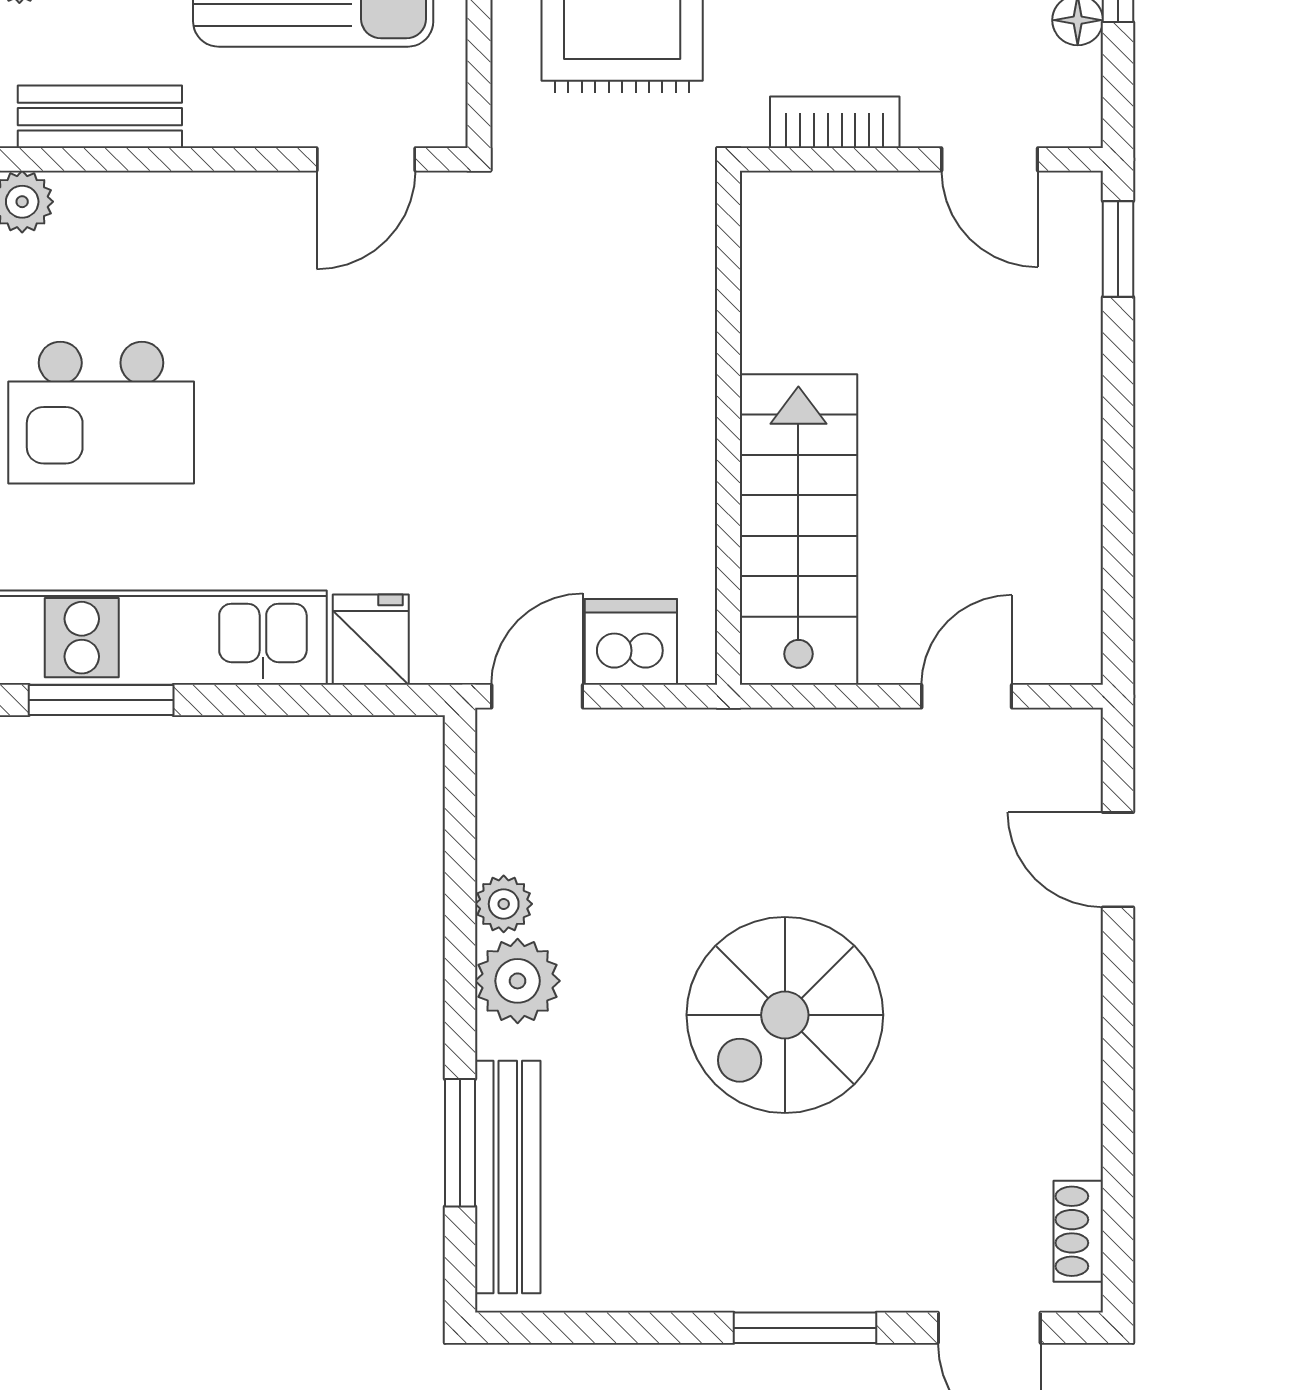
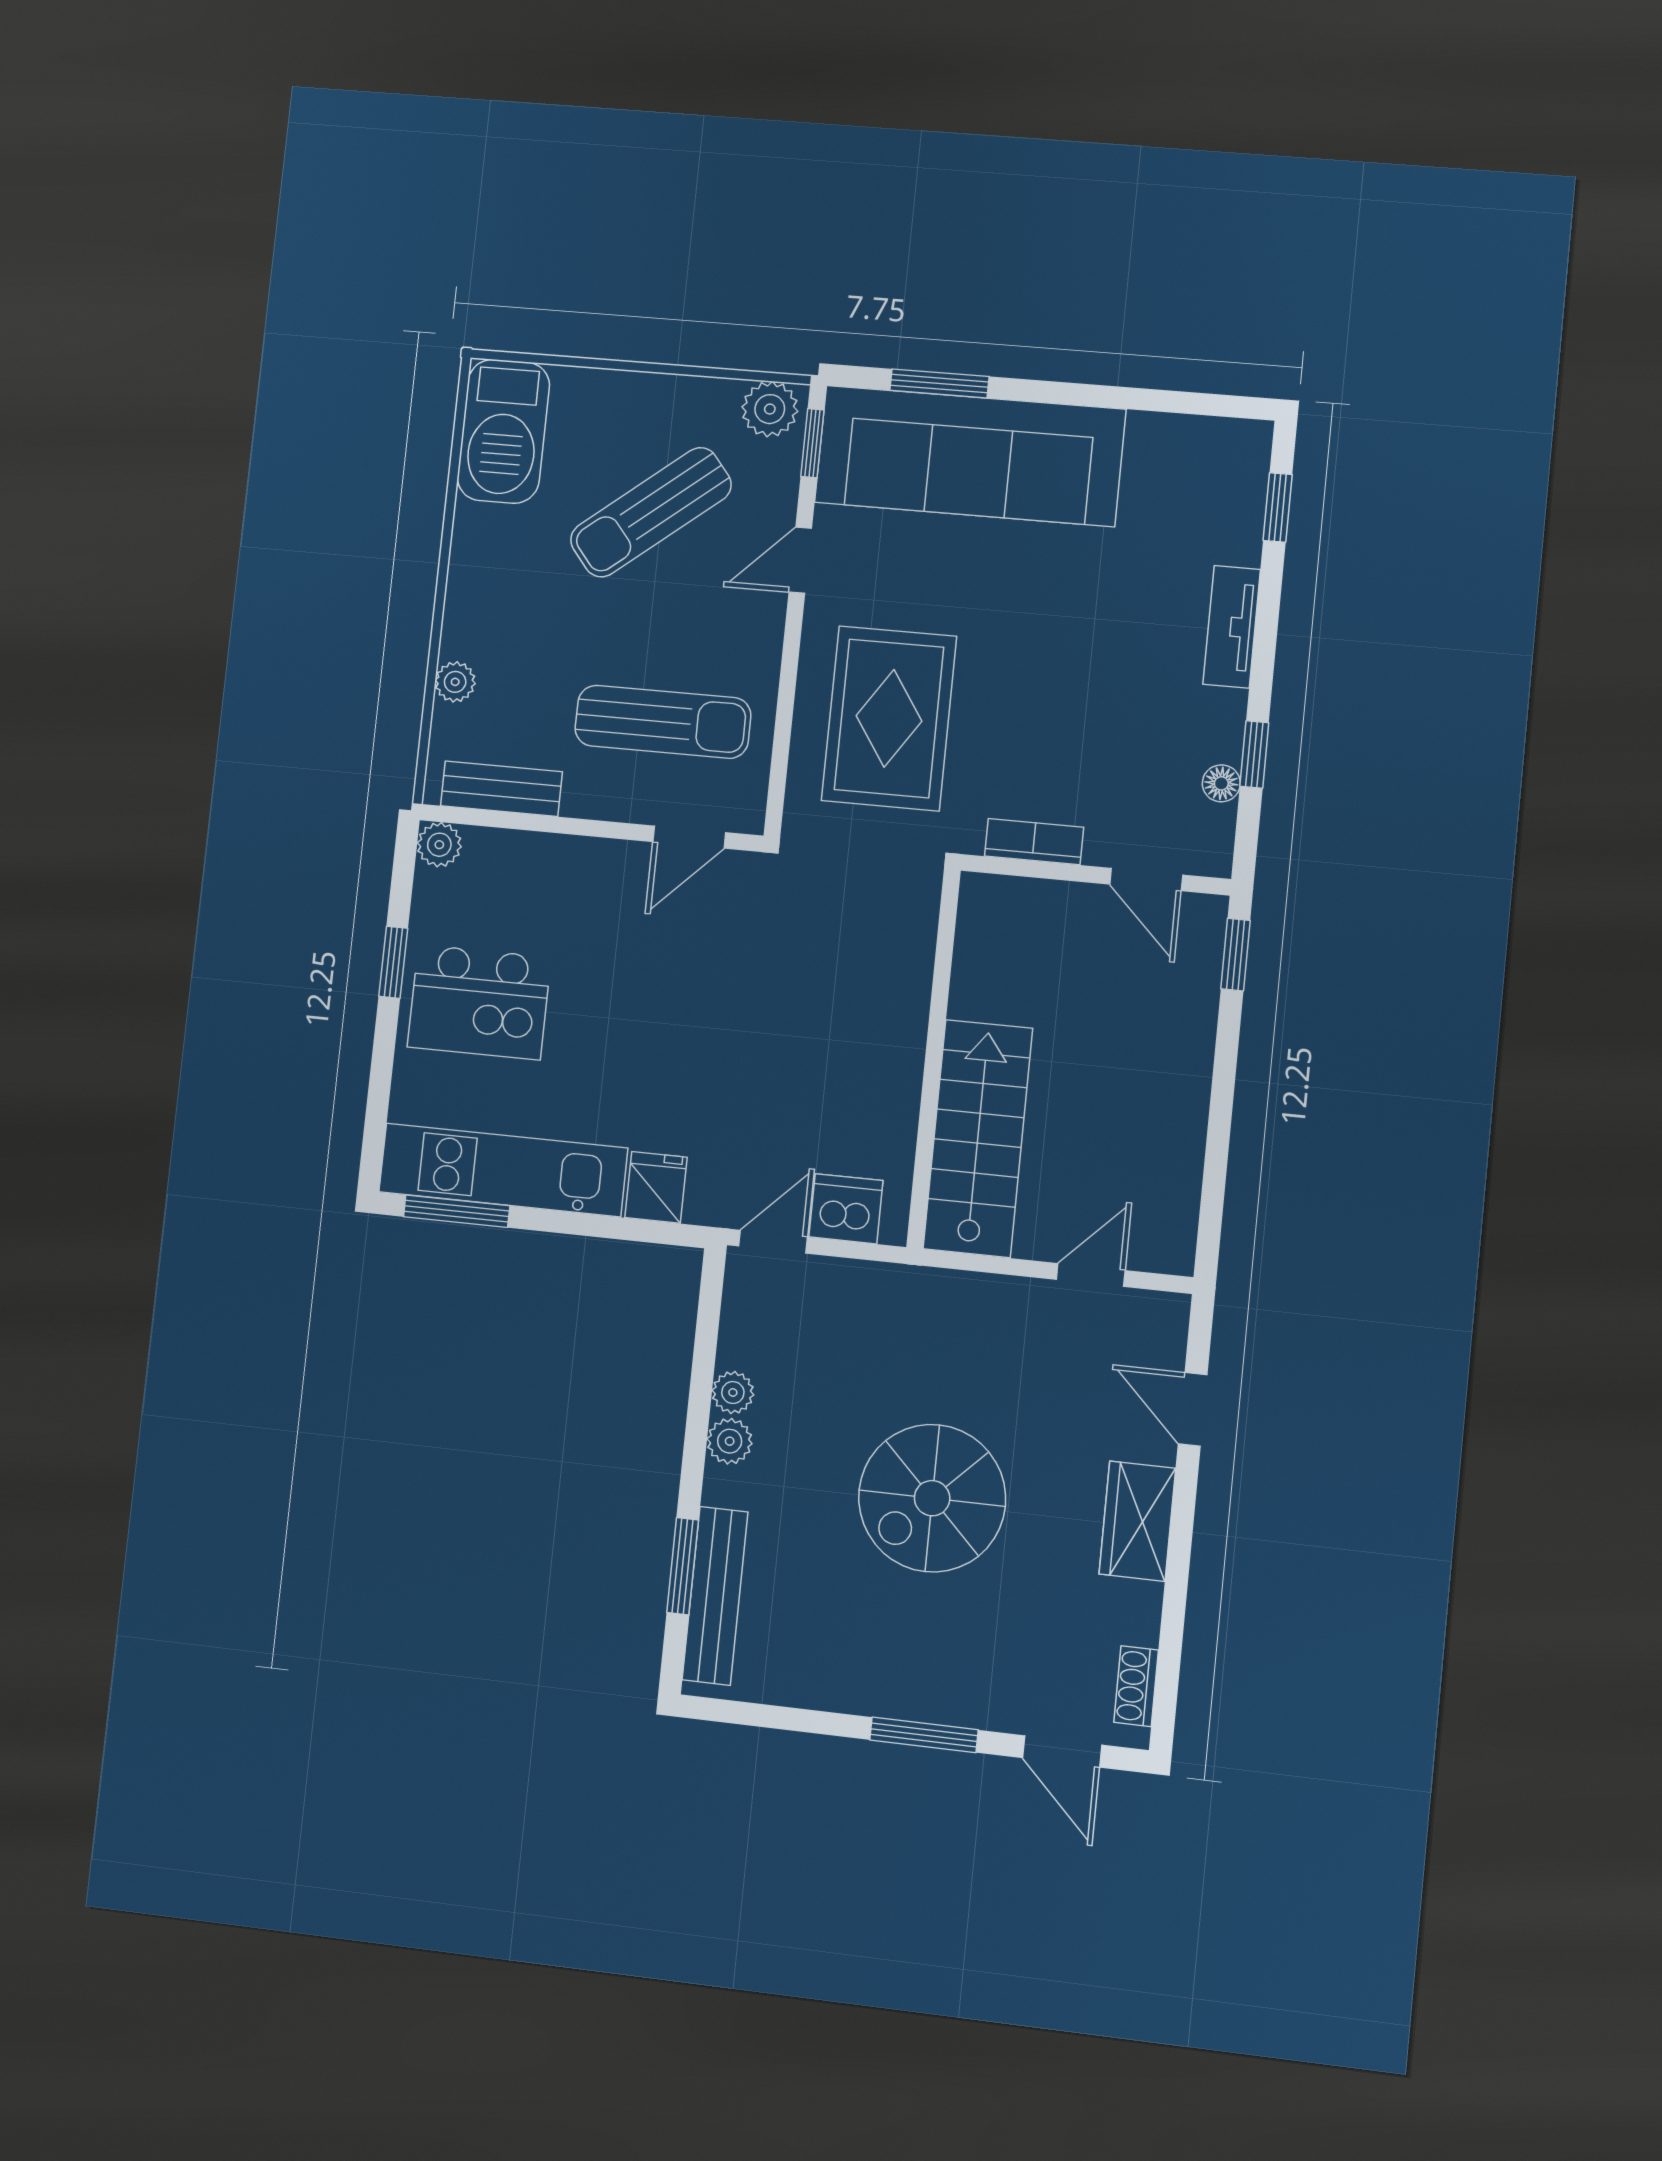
plant: (518, 981) -> (730, 1441), width x0.73, depth x0.73
wardrobe: (1059, 1015) -> (1137, 1521), added

